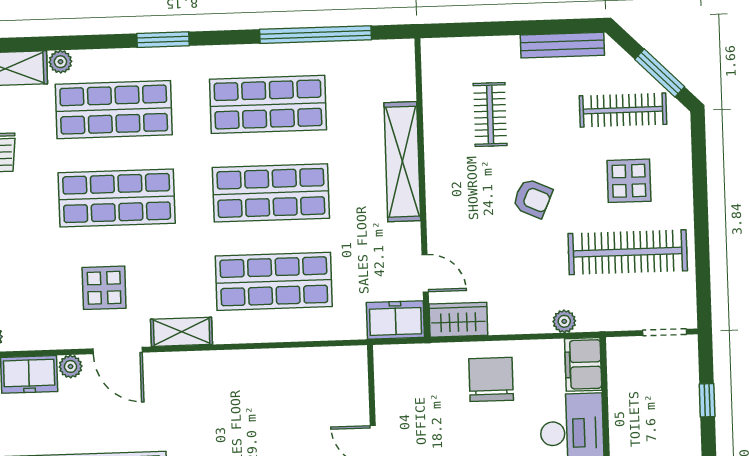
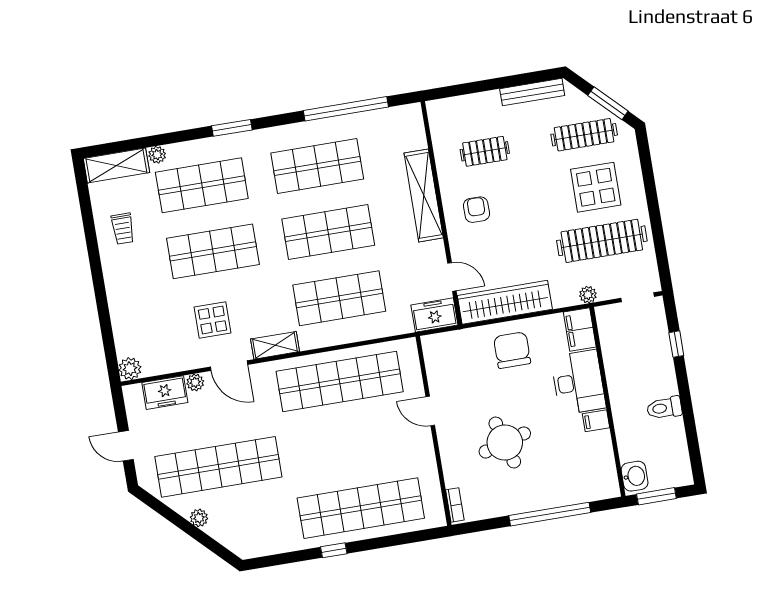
clothes rail: (490, 115) -> (485, 151), turned 90
display table: (629, 181) -> (596, 187), width x1.36, depth x1.36
armchair: (533, 198) -> (476, 210), moved, turned -114
wardrobe: (458, 320) -> (505, 302), width x2.10, depth x1.17
plant: (564, 321) -> (588, 295), moved
shop shelf: (260, 390) -> (340, 381), added

